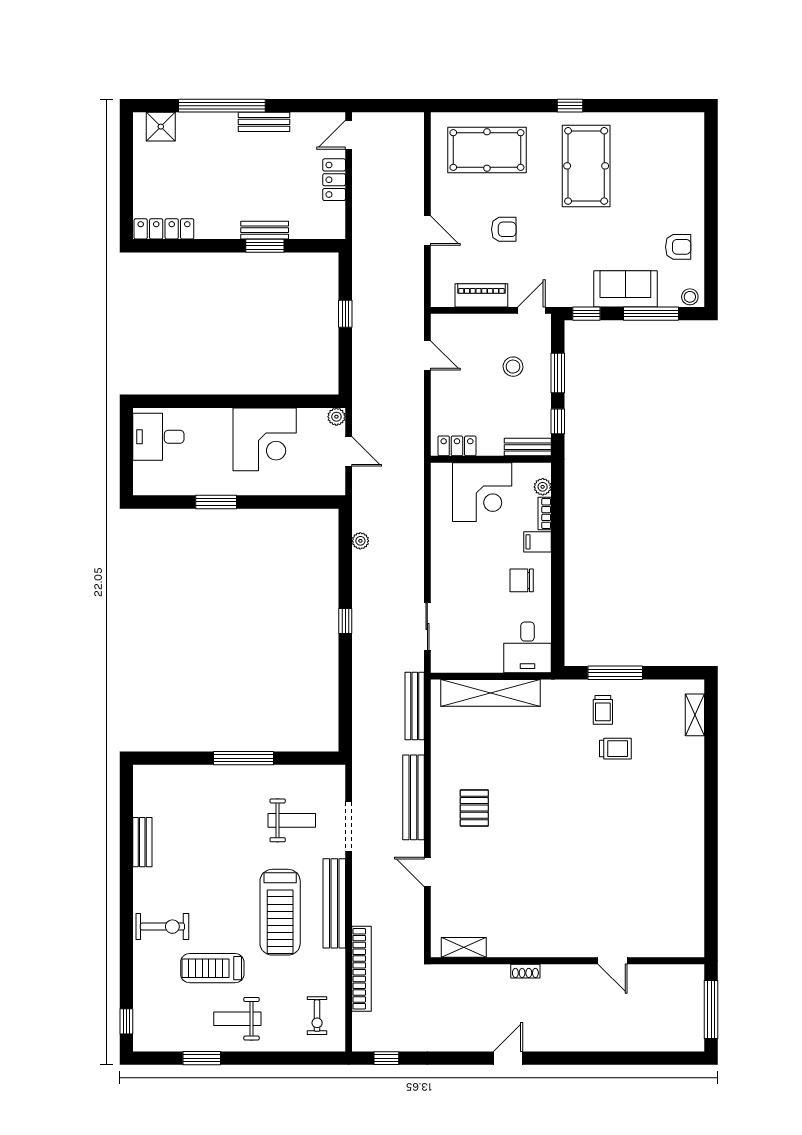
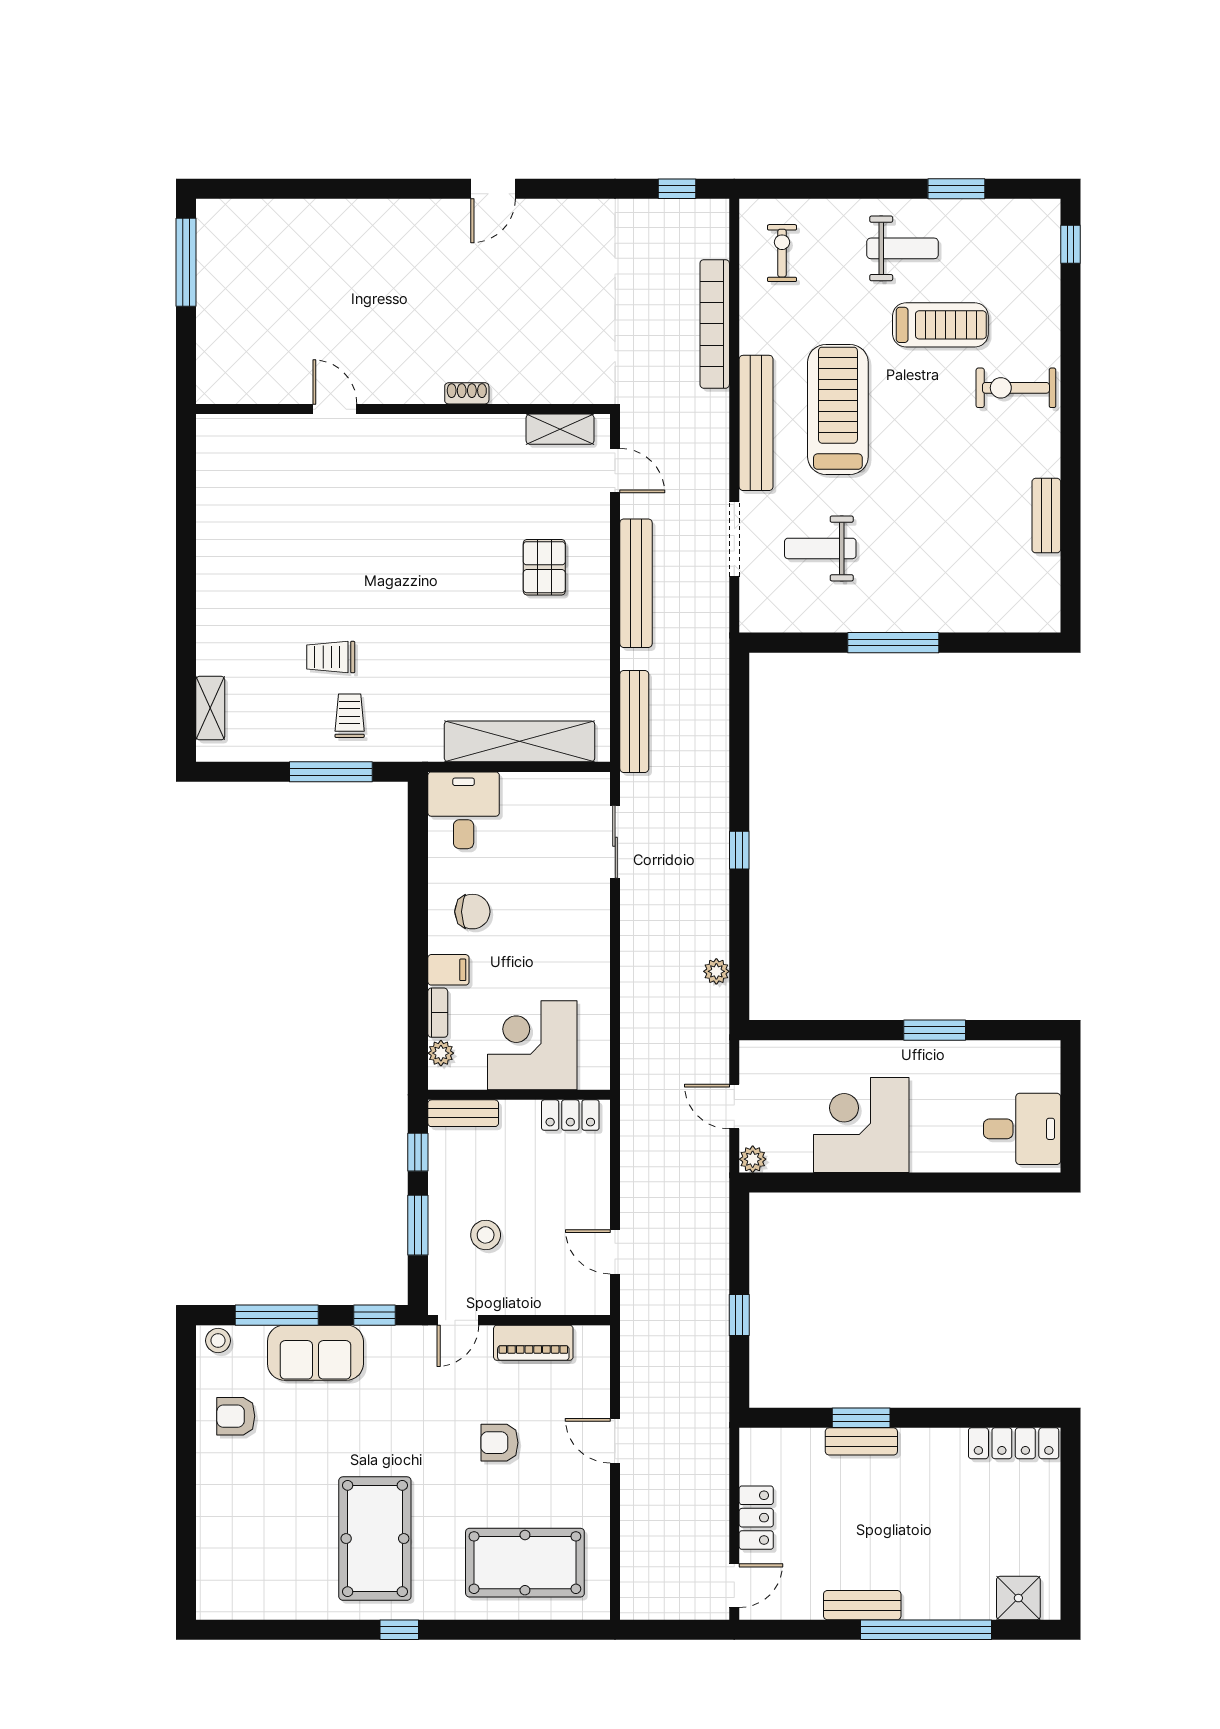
shelving: (464, 947) -> (560, 429), moved
wall: (568, 961) -> (403, 409), moved
door: (613, 961) -> (335, 409), moved
shoe rack: (525, 971) -> (467, 393), moved

